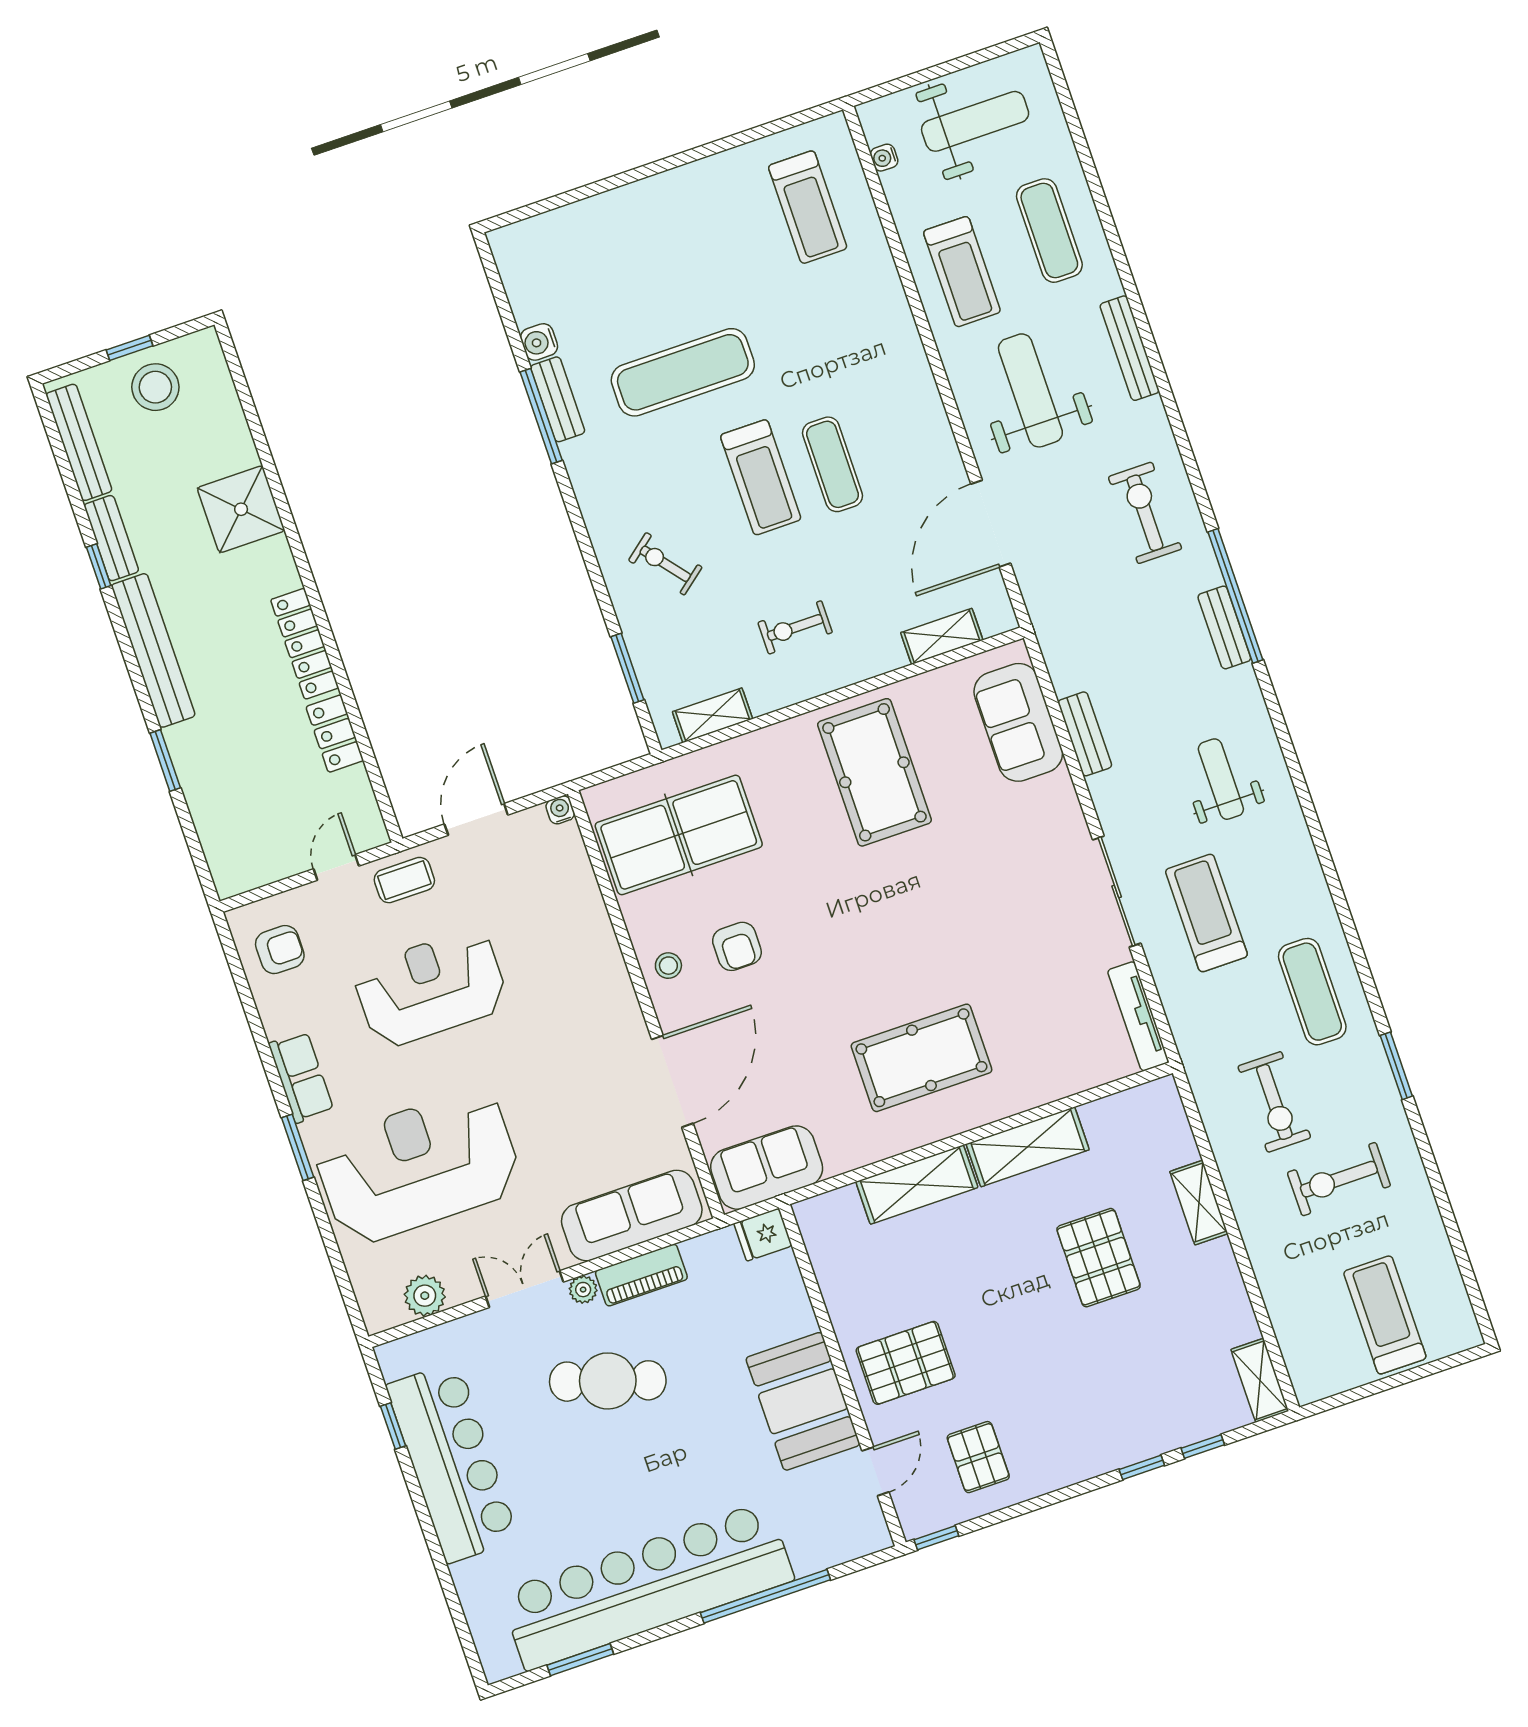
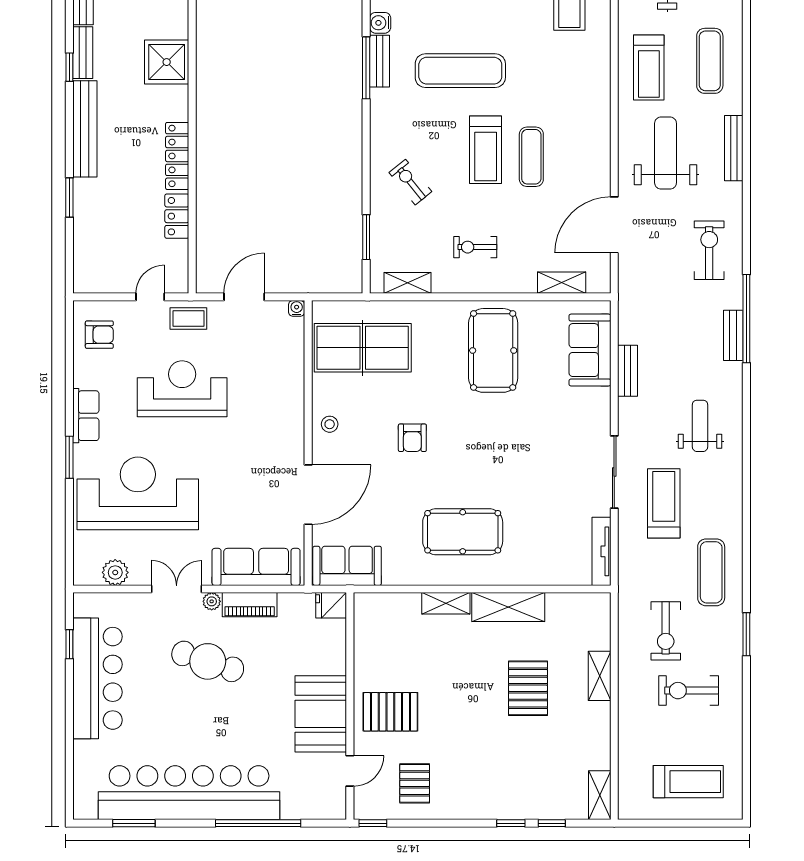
armchair: (737, 946) -> (412, 438), moved
shelving: (917, 1185) -> (446, 603), width x0.67, depth x0.75
treadmill: (1385, 1315) -> (688, 782), turned 90

